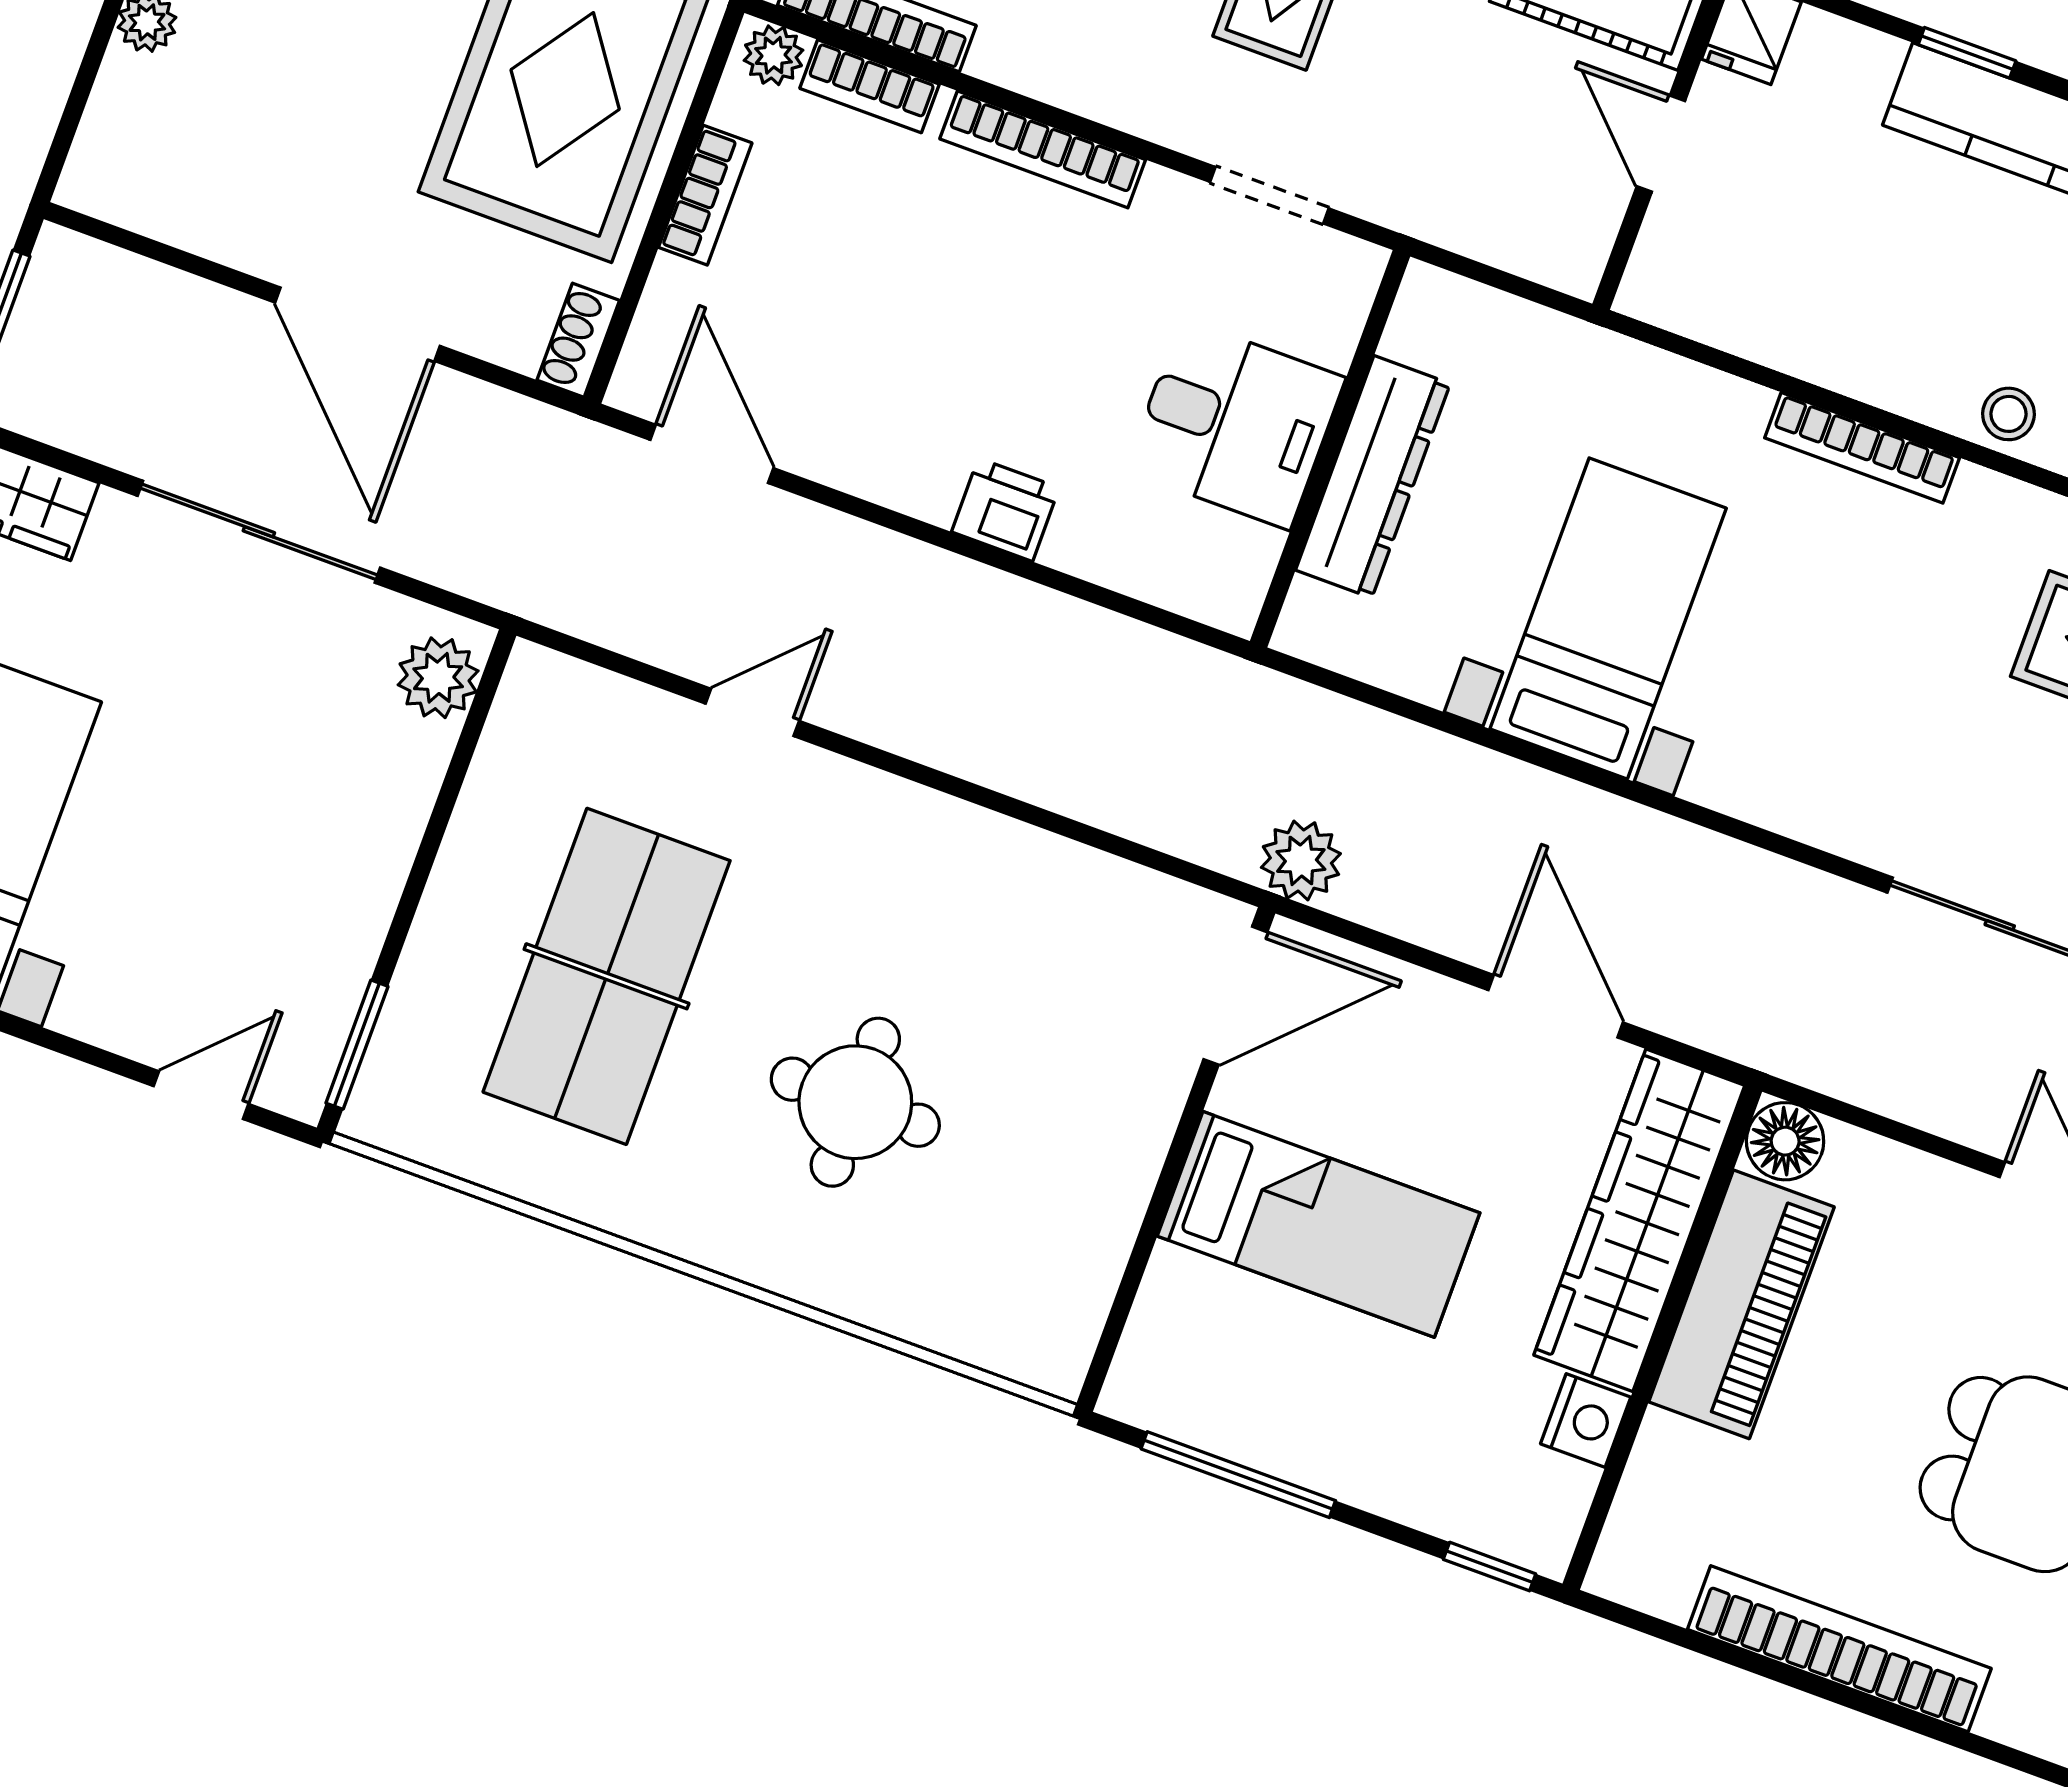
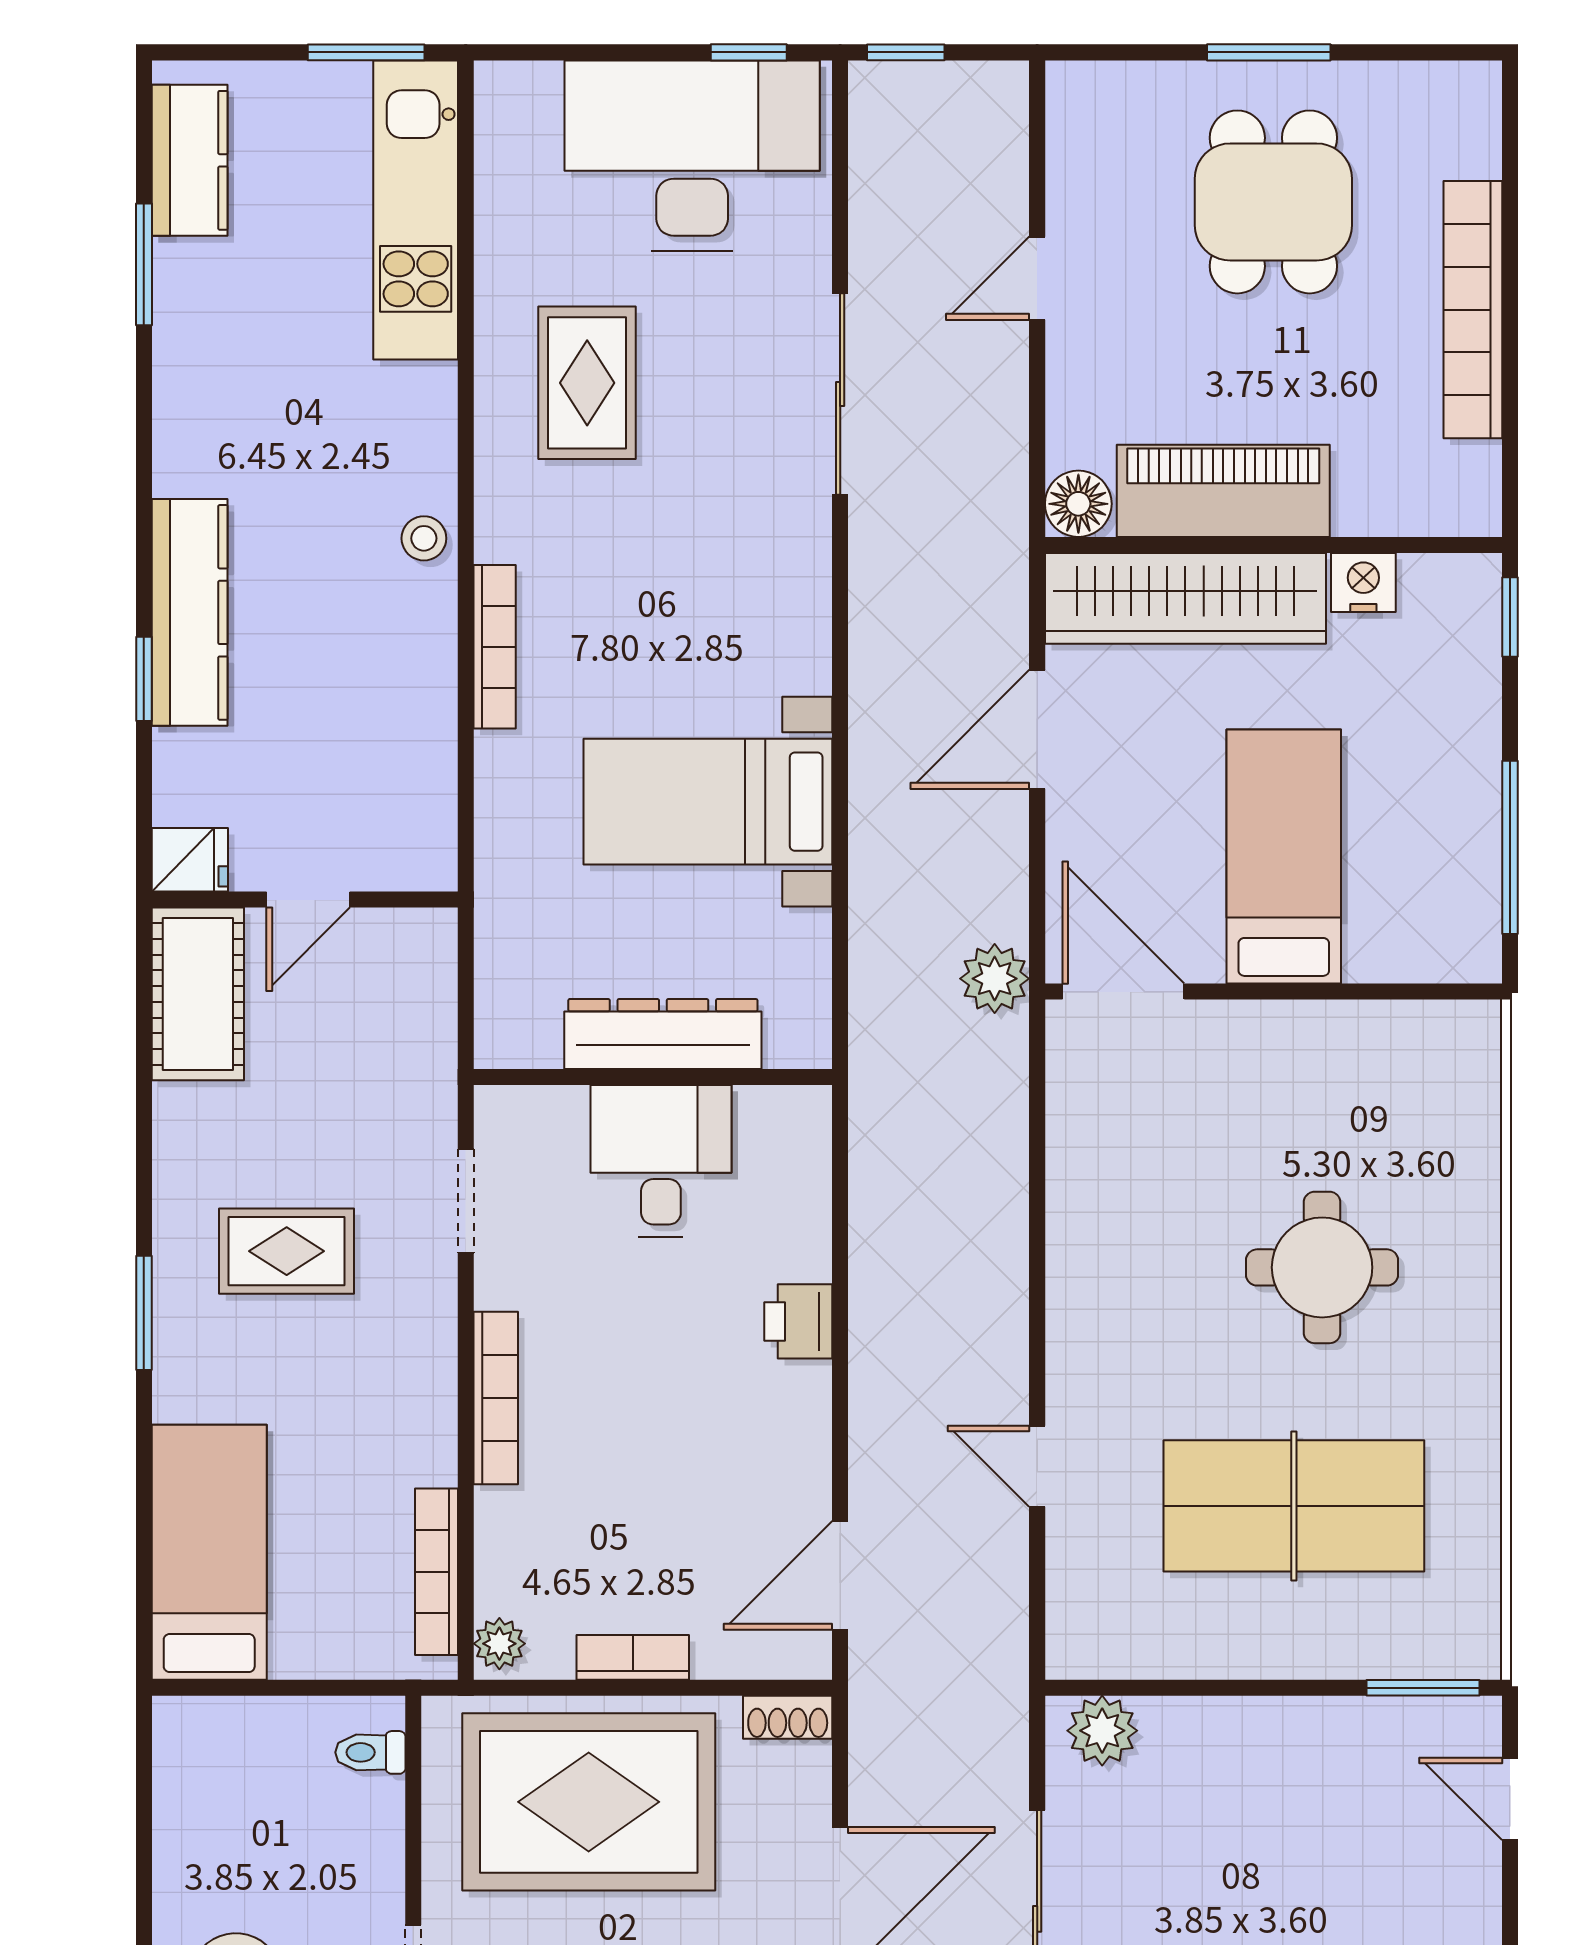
bookcase: (869, 86) -> (496, 1557), removed

